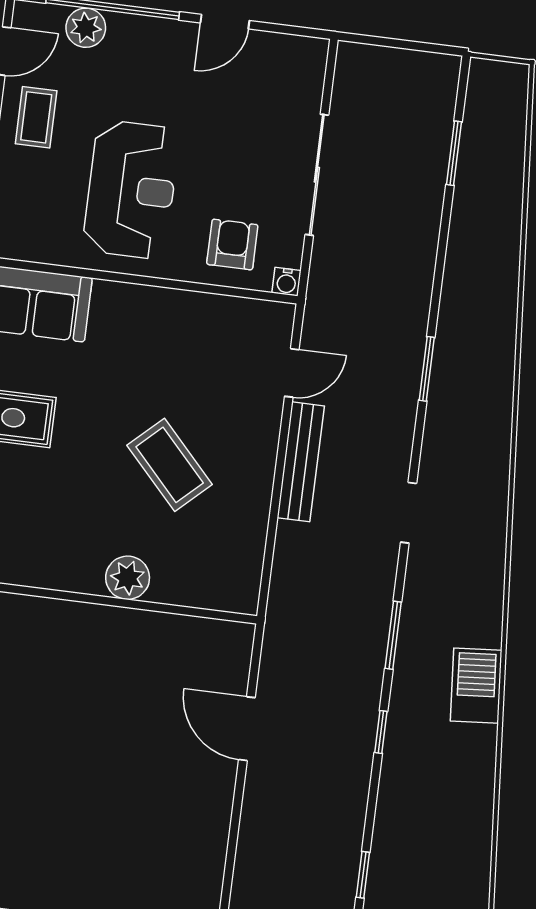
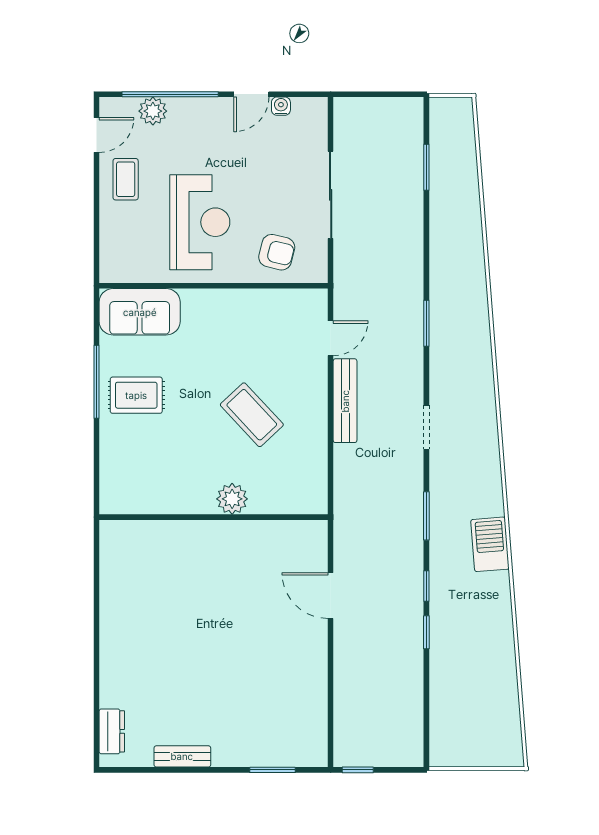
armchair: (232, 245) -> (277, 252), turned 104
water cooler: (286, 282) -> (281, 106), moved, turned 180
window: (363, 875) -> (426, 632), moved

